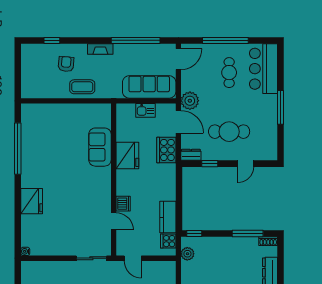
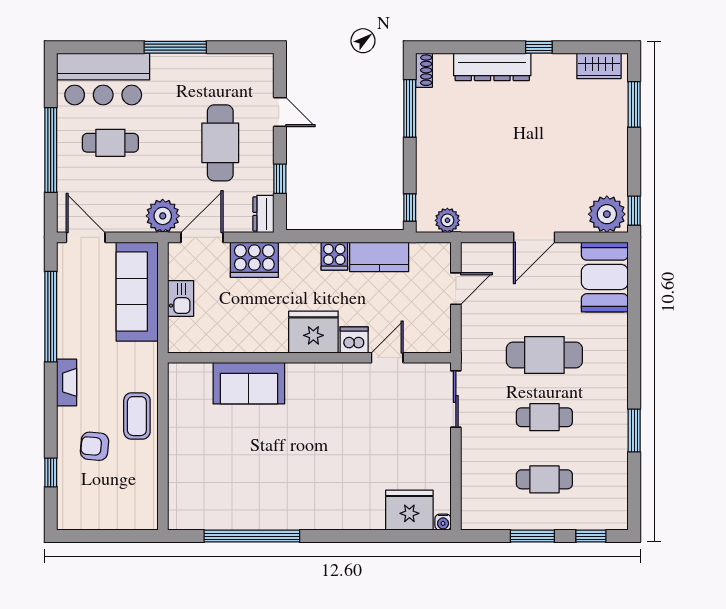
fridge: (127, 156) -> (313, 332), moved
fridge: (32, 201) -> (409, 510), moved
cooker: (168, 241) -> (334, 256), moved
door: (133, 258) -> (456, 289), moved

